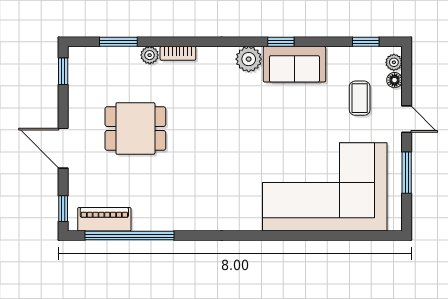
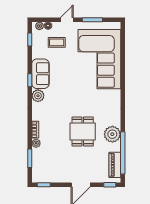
dining table: (135, 128) -> (83, 131), moved
plant: (168, 214) -> (112, 134), added

